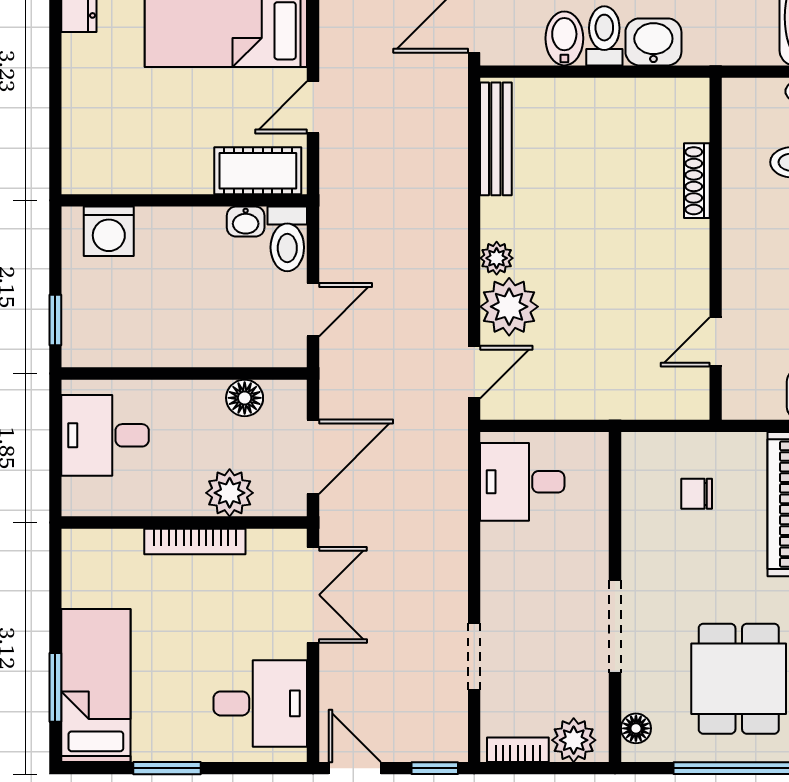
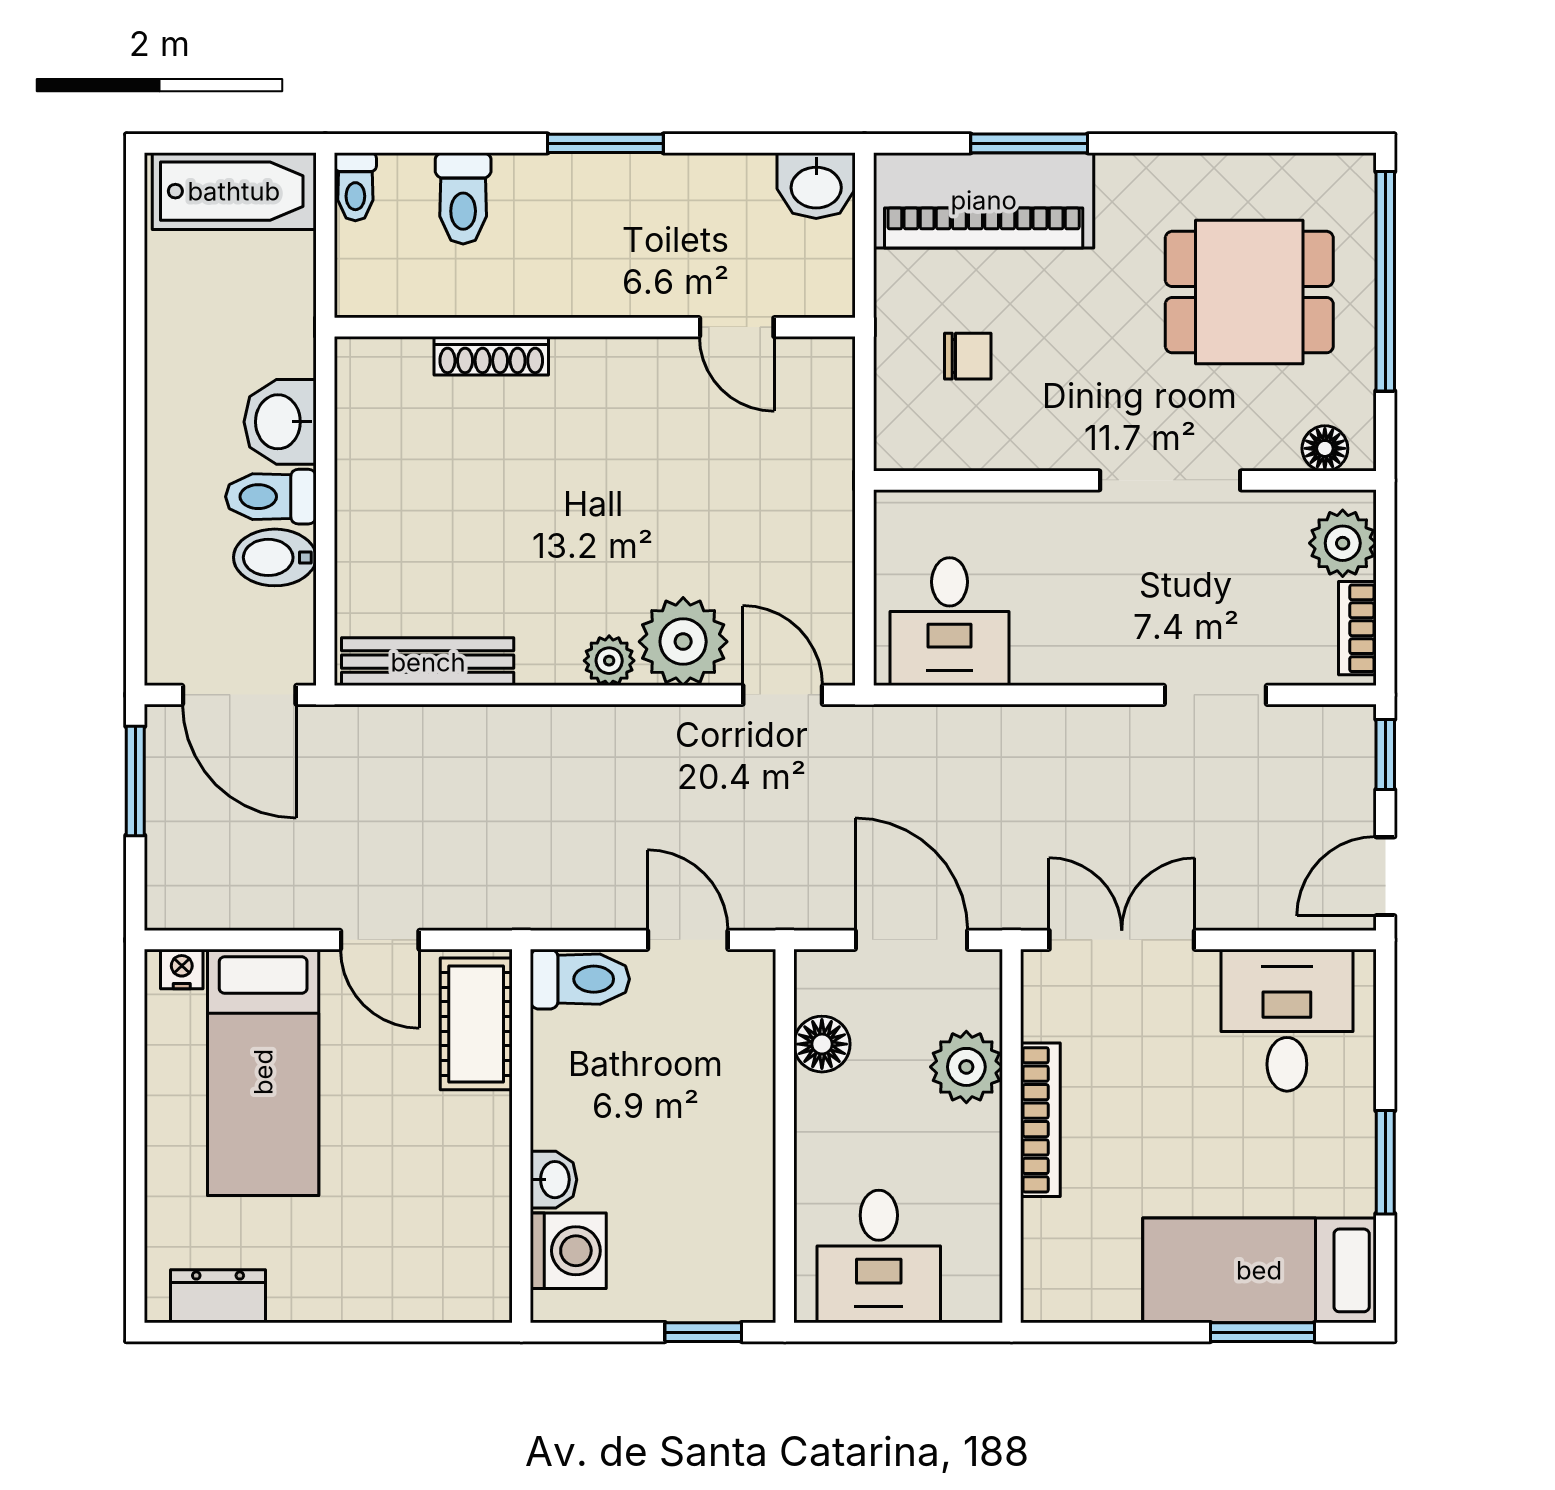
washbasin: (246, 222) -> (553, 1180), moved
chair: (697, 494) -> (968, 356), turned -90

